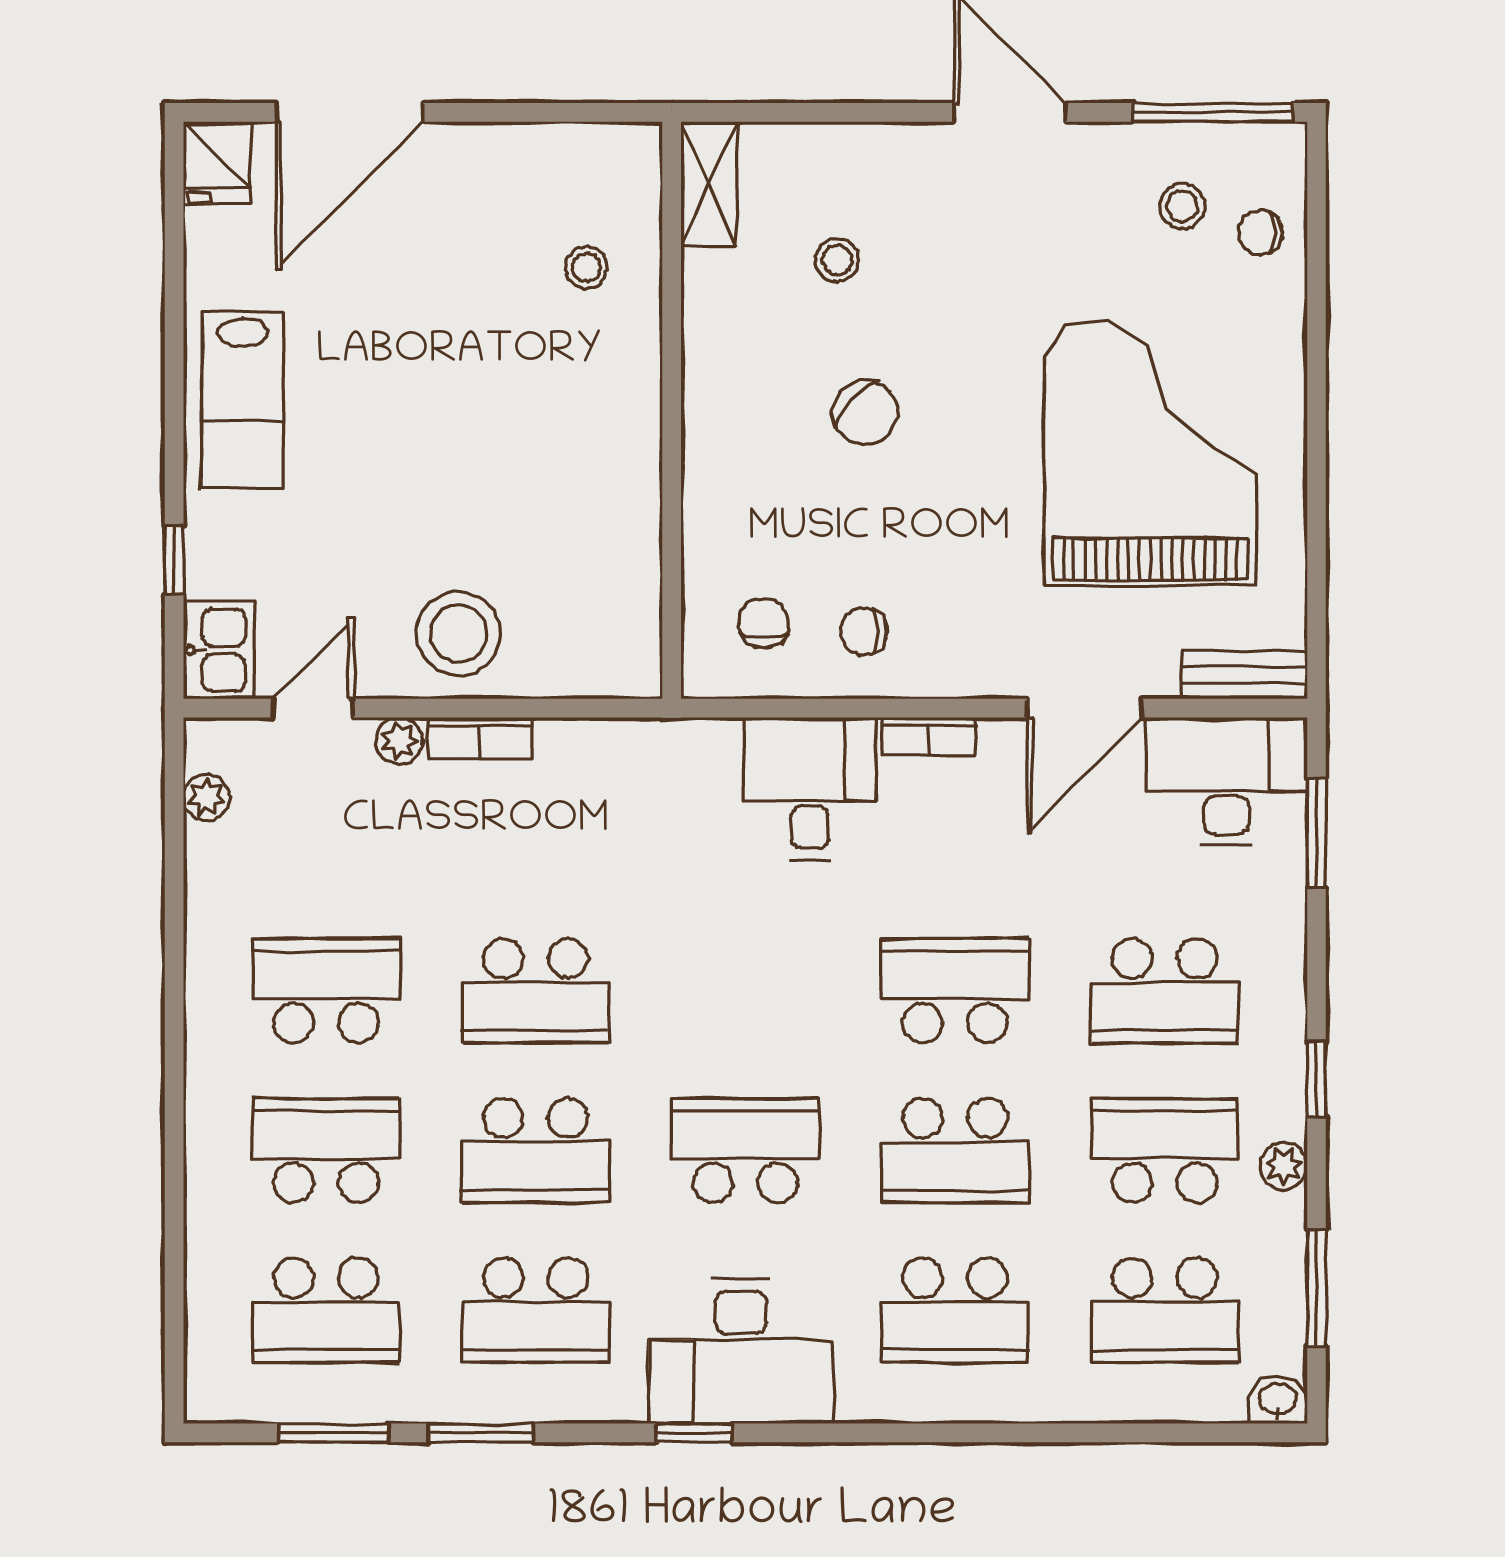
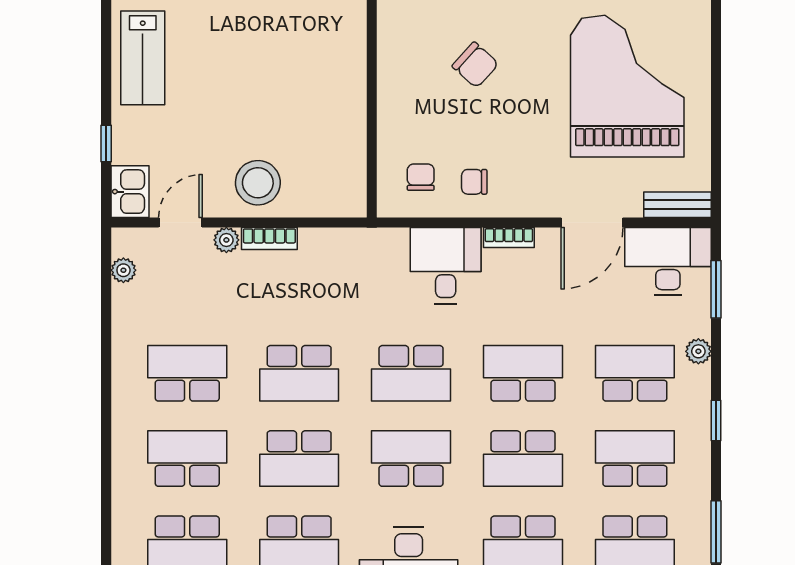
school desk: (745, 991) -> (411, 373), added
school desk: (1165, 991) -> (635, 373), turned 180
plant: (1284, 1166) -> (698, 351), moved

